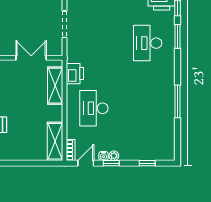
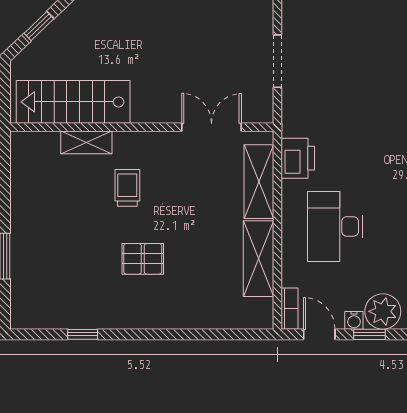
shelving: (55, 141) -> (259, 259), moved
plant: (114, 156) -> (383, 311), width x1.88, depth x1.88
door: (86, 163) -> (319, 334), hinge flipped

